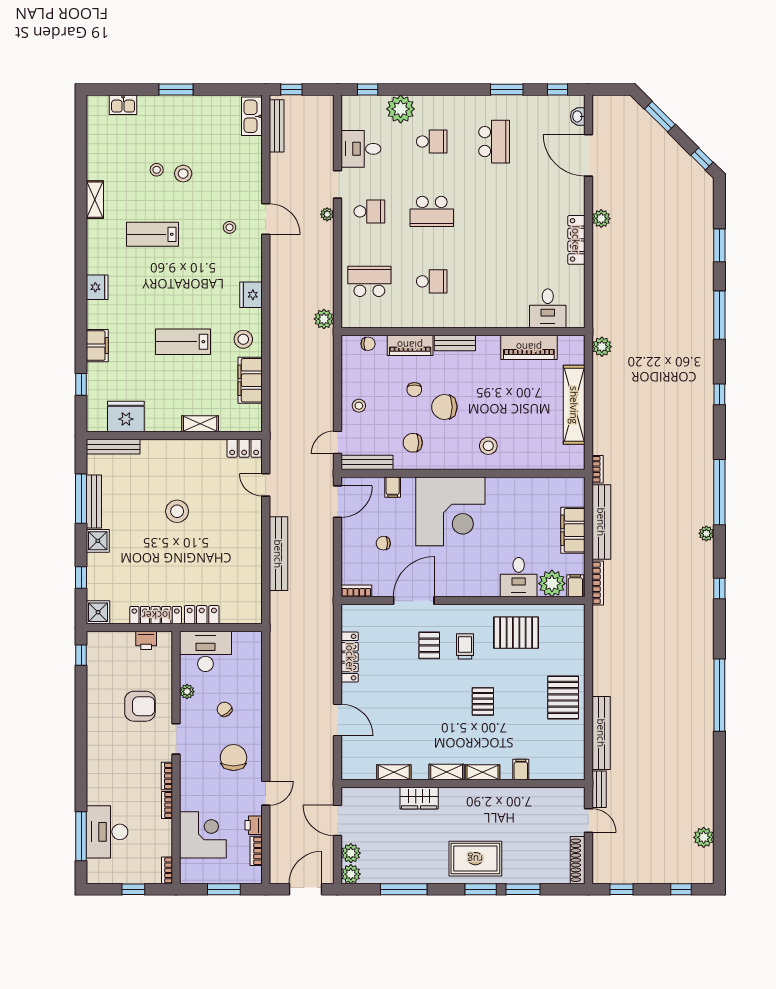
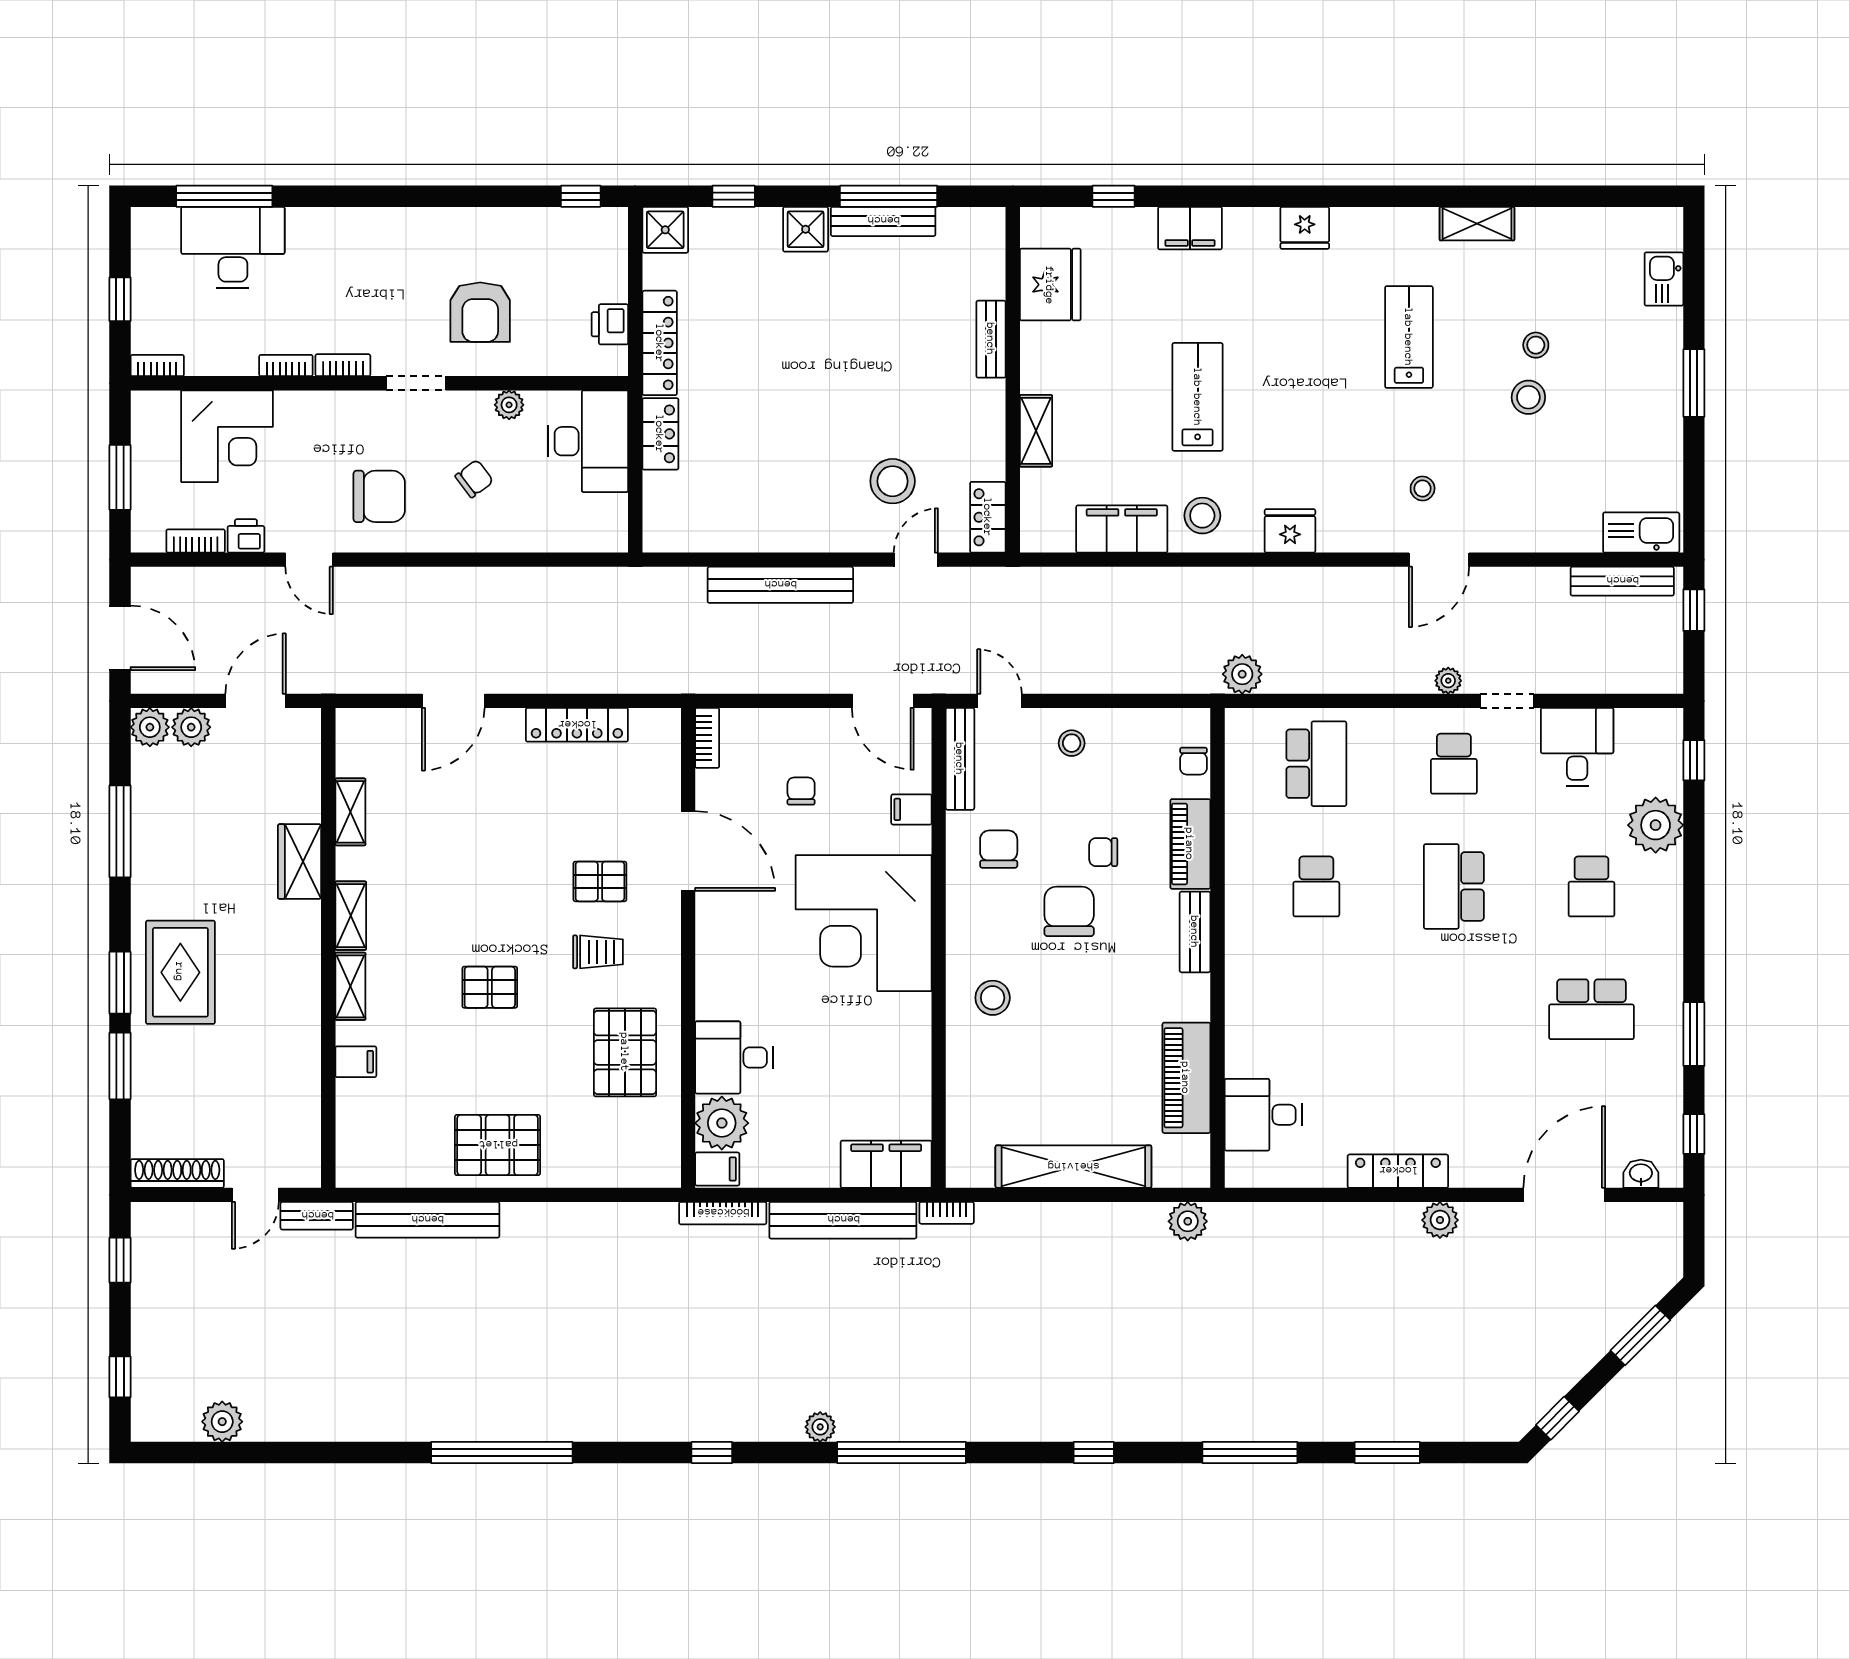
bench: (113, 447) -> (991, 339), moved, width x0.73
stool: (177, 511) -> (893, 481), moved
filing cabinet: (573, 530) -> (886, 1164), moved

